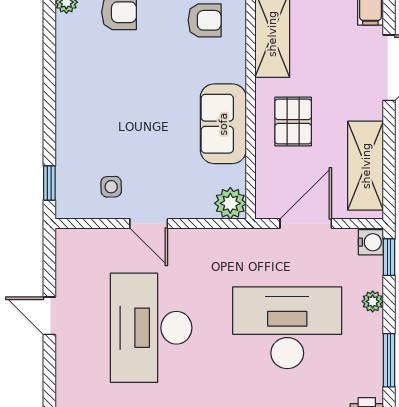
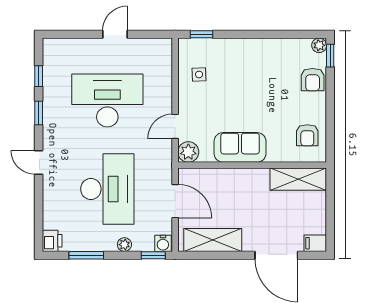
pallet: (293, 121) -> (241, 193), removed
door: (149, 224) -> (175, 126), moved

